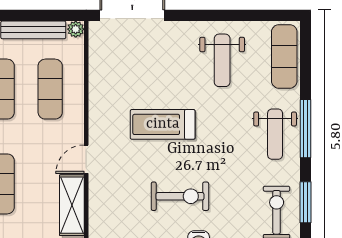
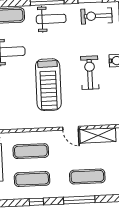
treadmill: (163, 124) -> (48, 85), width x1.37, depth x1.38

